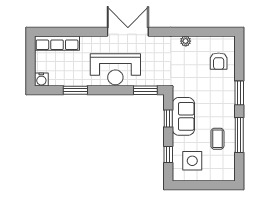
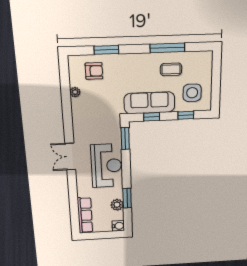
double door: (128, 32) -> (70, 157), width x0.73
plant: (186, 41) -> (75, 92), moved
plant: (68, 79) -> (117, 205), added
window: (239, 93) -> (106, 50), moved
sofa: (183, 116) -> (149, 103), width x1.36

